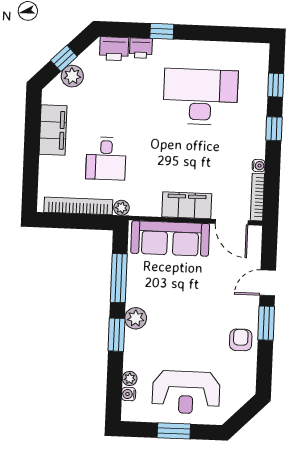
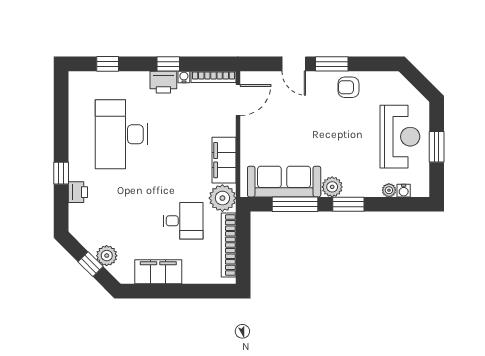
printer: (114, 49) -> (163, 82), moved, turned 90
window: (274, 129) -> (168, 64), moved
filing cabinet: (187, 205) -> (224, 160), moved
plant: (121, 208) -> (222, 198), width x1.88, depth x1.88
sofa: (170, 238) -> (284, 182), moved, turned -90

